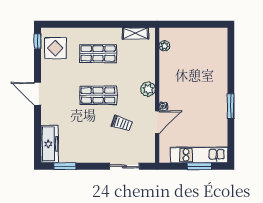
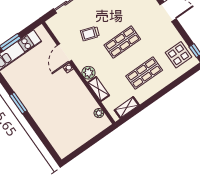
shelving: (149, 68) -> (98, 89), added

